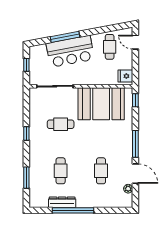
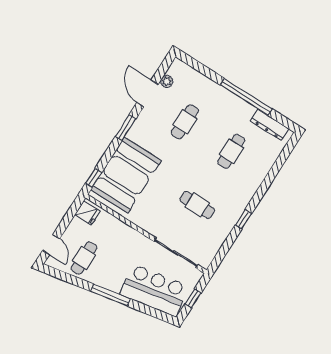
window: (65, 37) -> (110, 295), moved
bar counter: (70, 51) -> (154, 290), moved
booth: (101, 104) -> (126, 175), moved, turned 90
window: (135, 144) -> (126, 128), width x0.69
window: (26, 178) -> (276, 169), removed
dresser: (62, 202) -> (270, 125), moved

